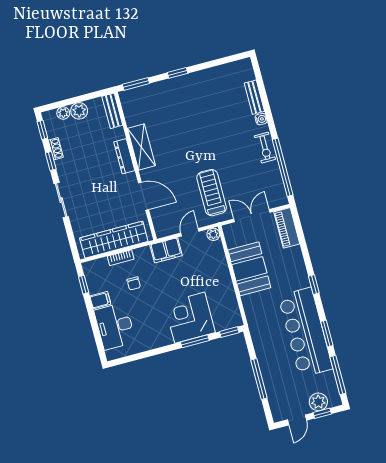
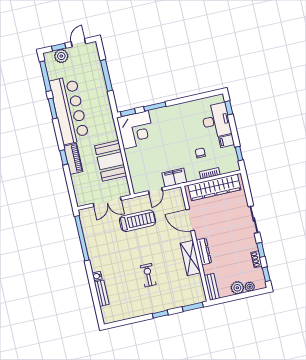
exercise bike: (265, 148) -> (148, 275), moved
treadmill: (212, 193) -> (138, 221), turned -90
piano: (287, 228) -> (73, 159), moved
plant: (213, 234) -> (137, 188), removed
window: (314, 285) -> (64, 157), moved
corner desk: (190, 318) -> (136, 130), moved
window: (99, 343) -> (229, 108), added

